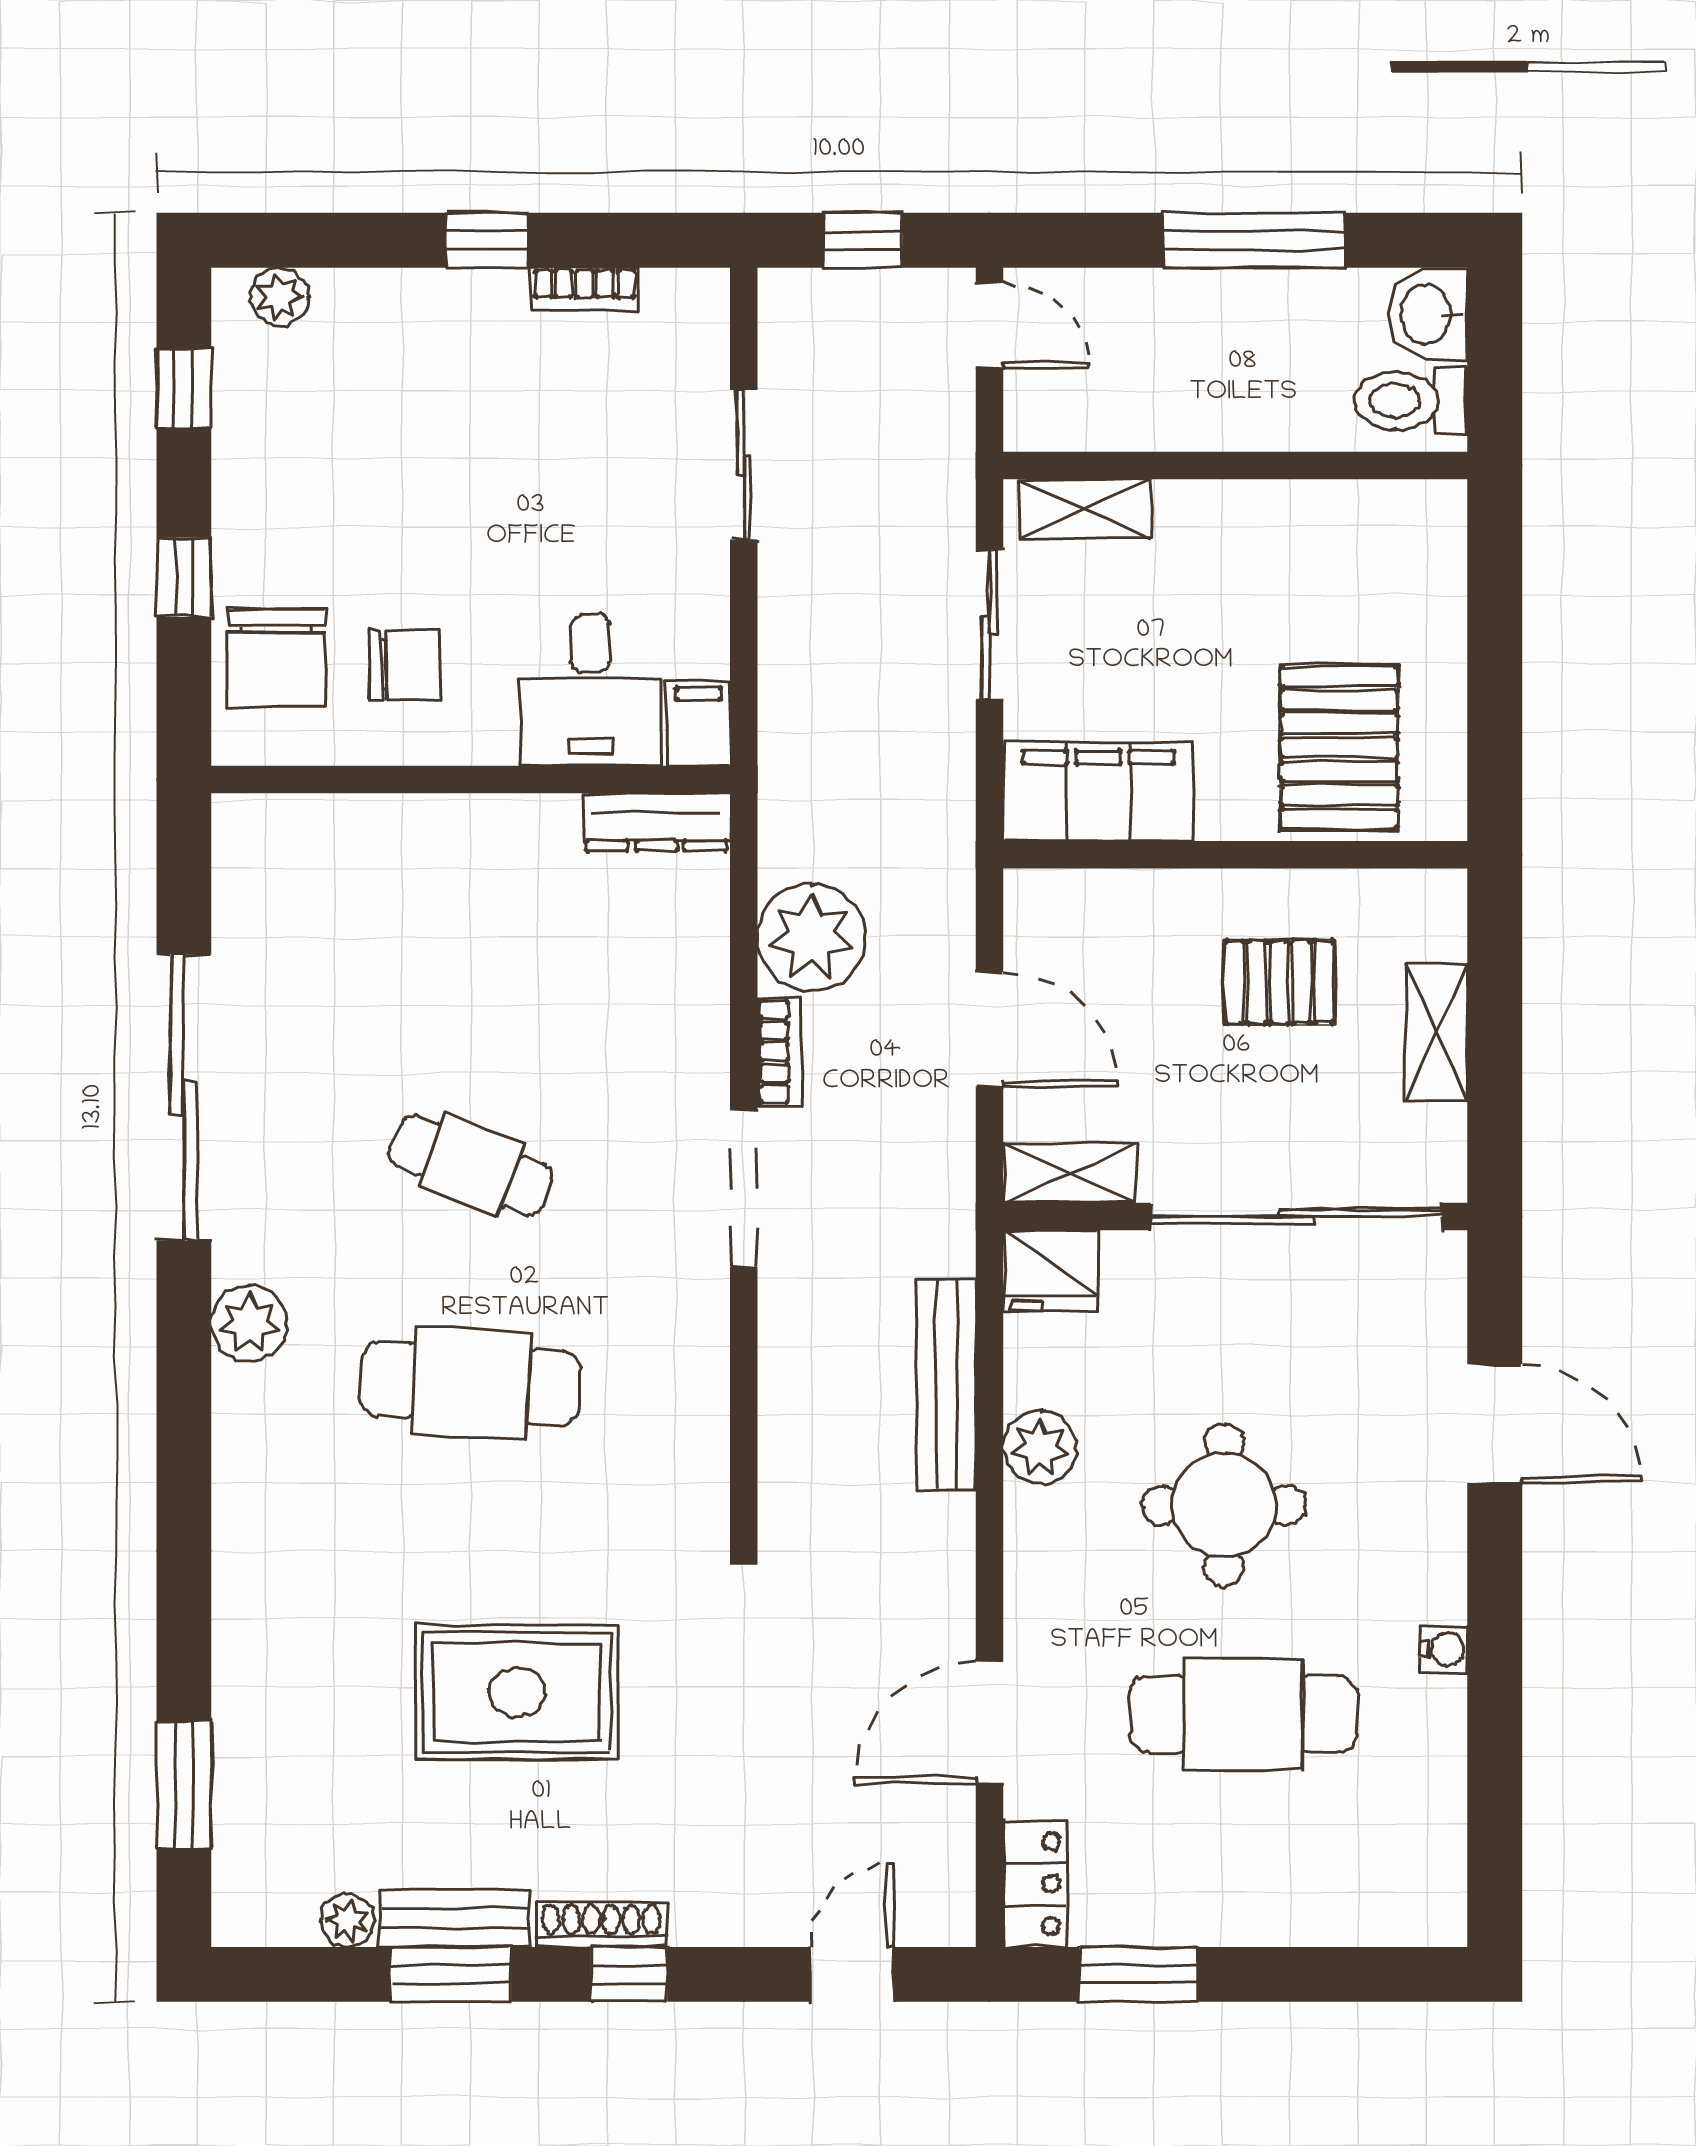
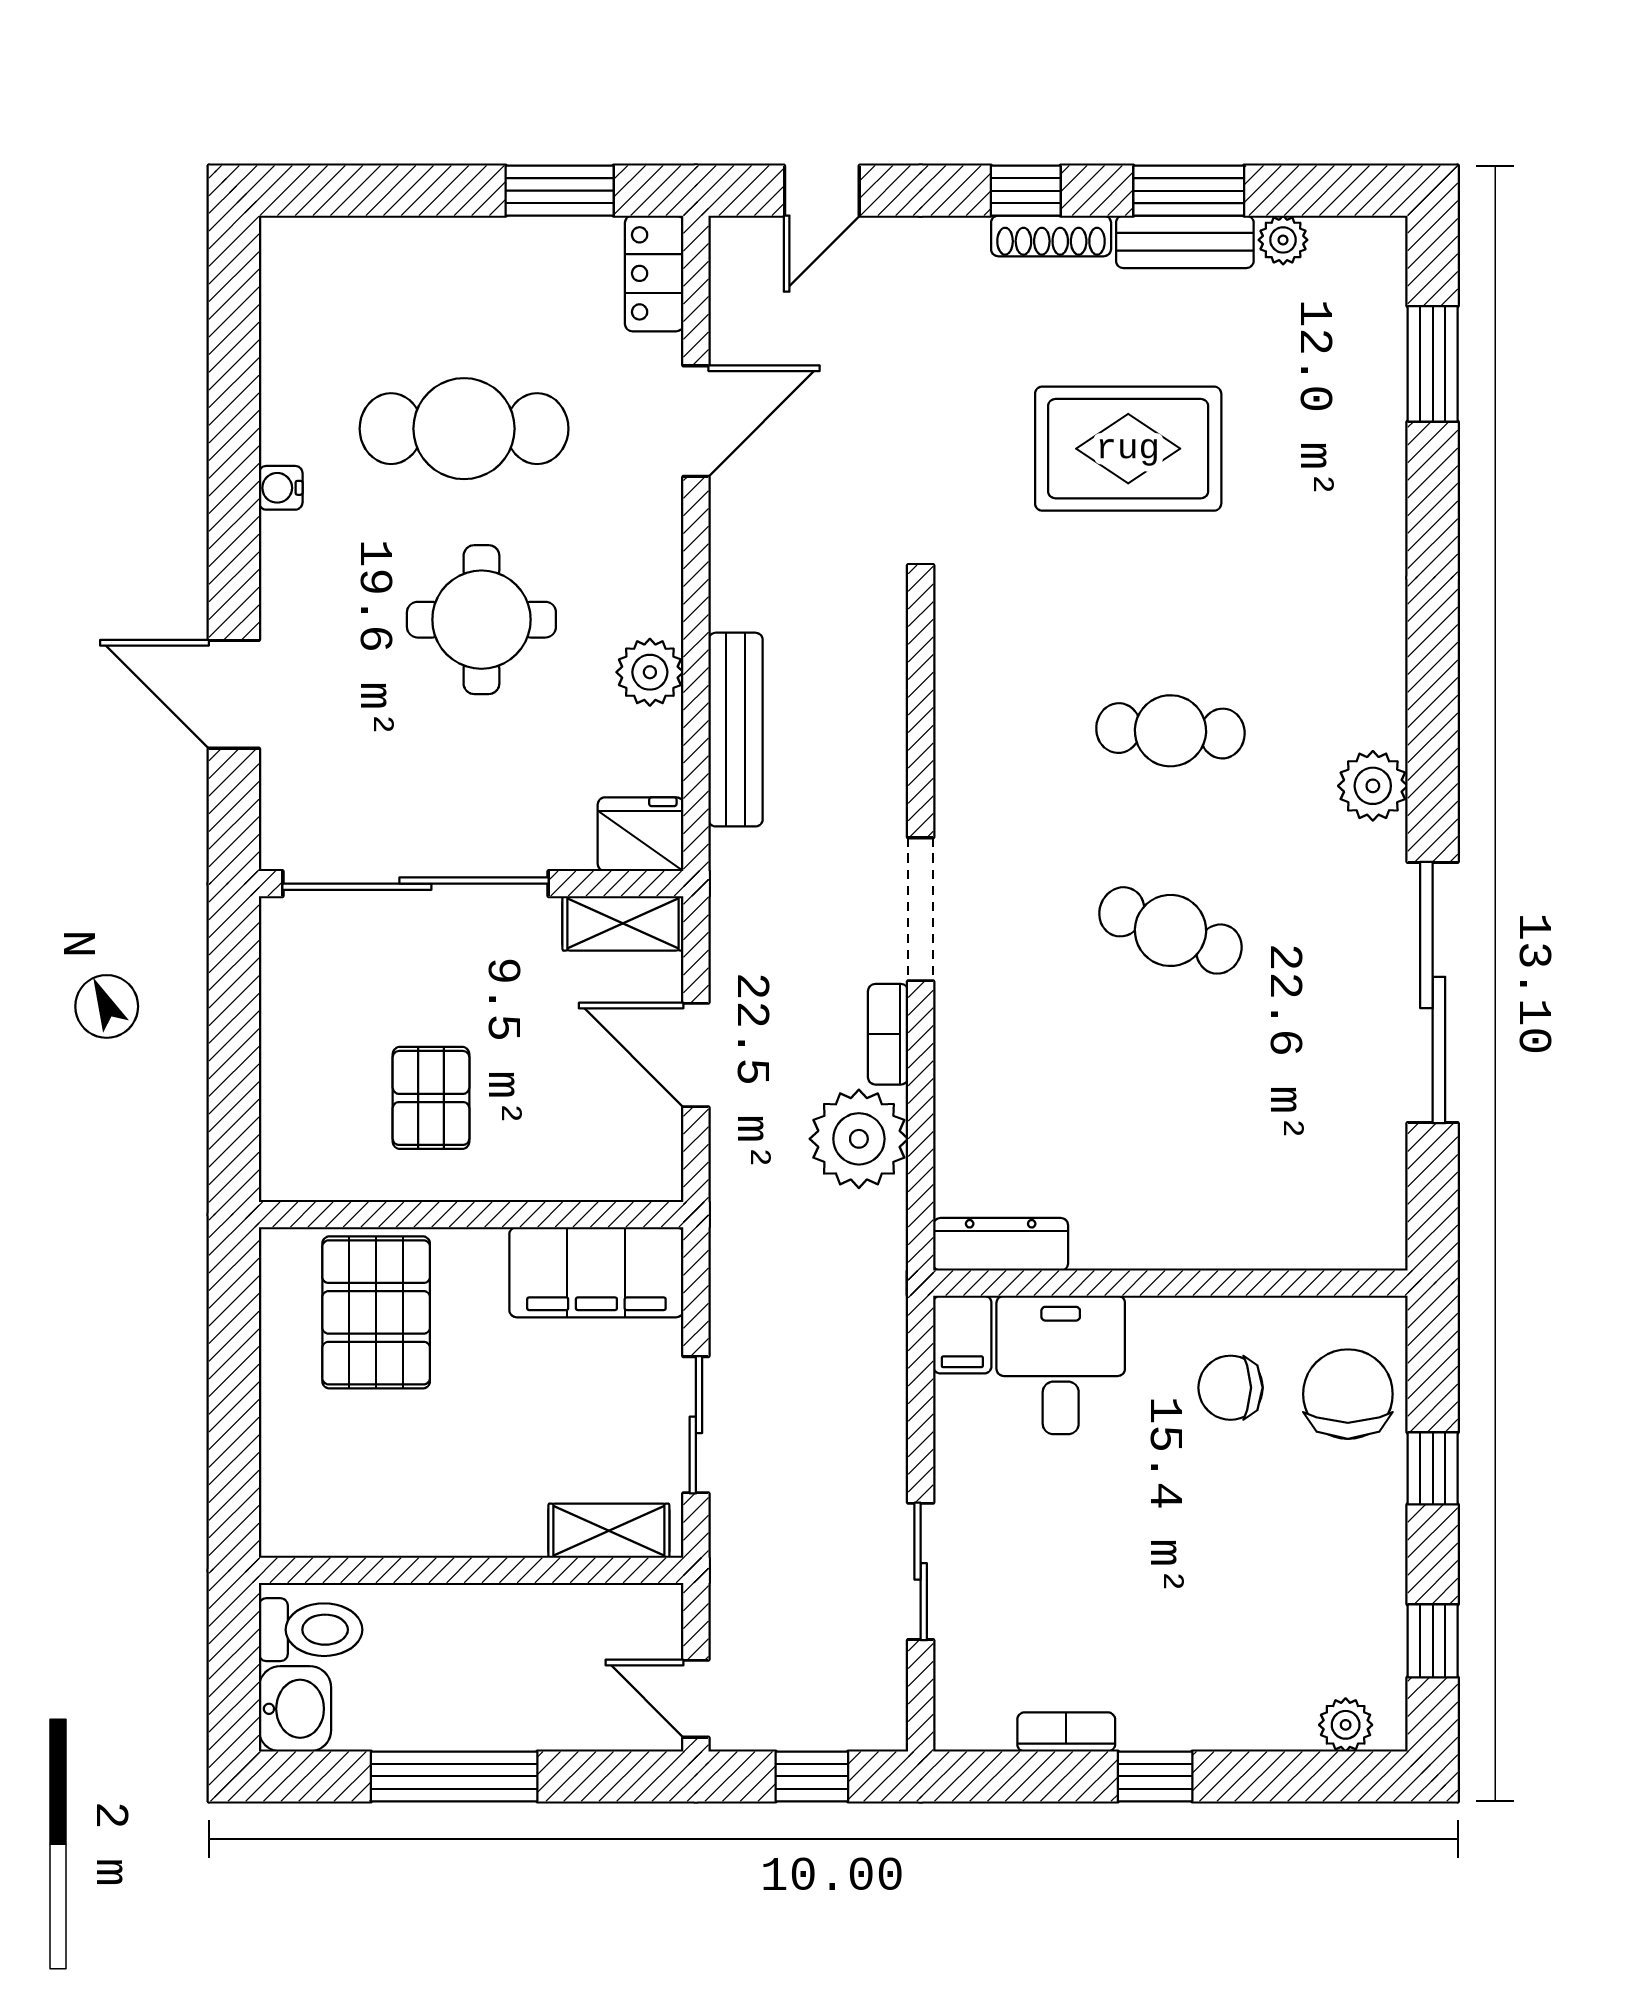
pallet: (1279, 982) -> (431, 1098), turned 90
shelving: (1436, 1032) -> (287, 1052), removed
cafe table: (471, 1384) -> (1170, 731), width x0.73, depth x0.74

